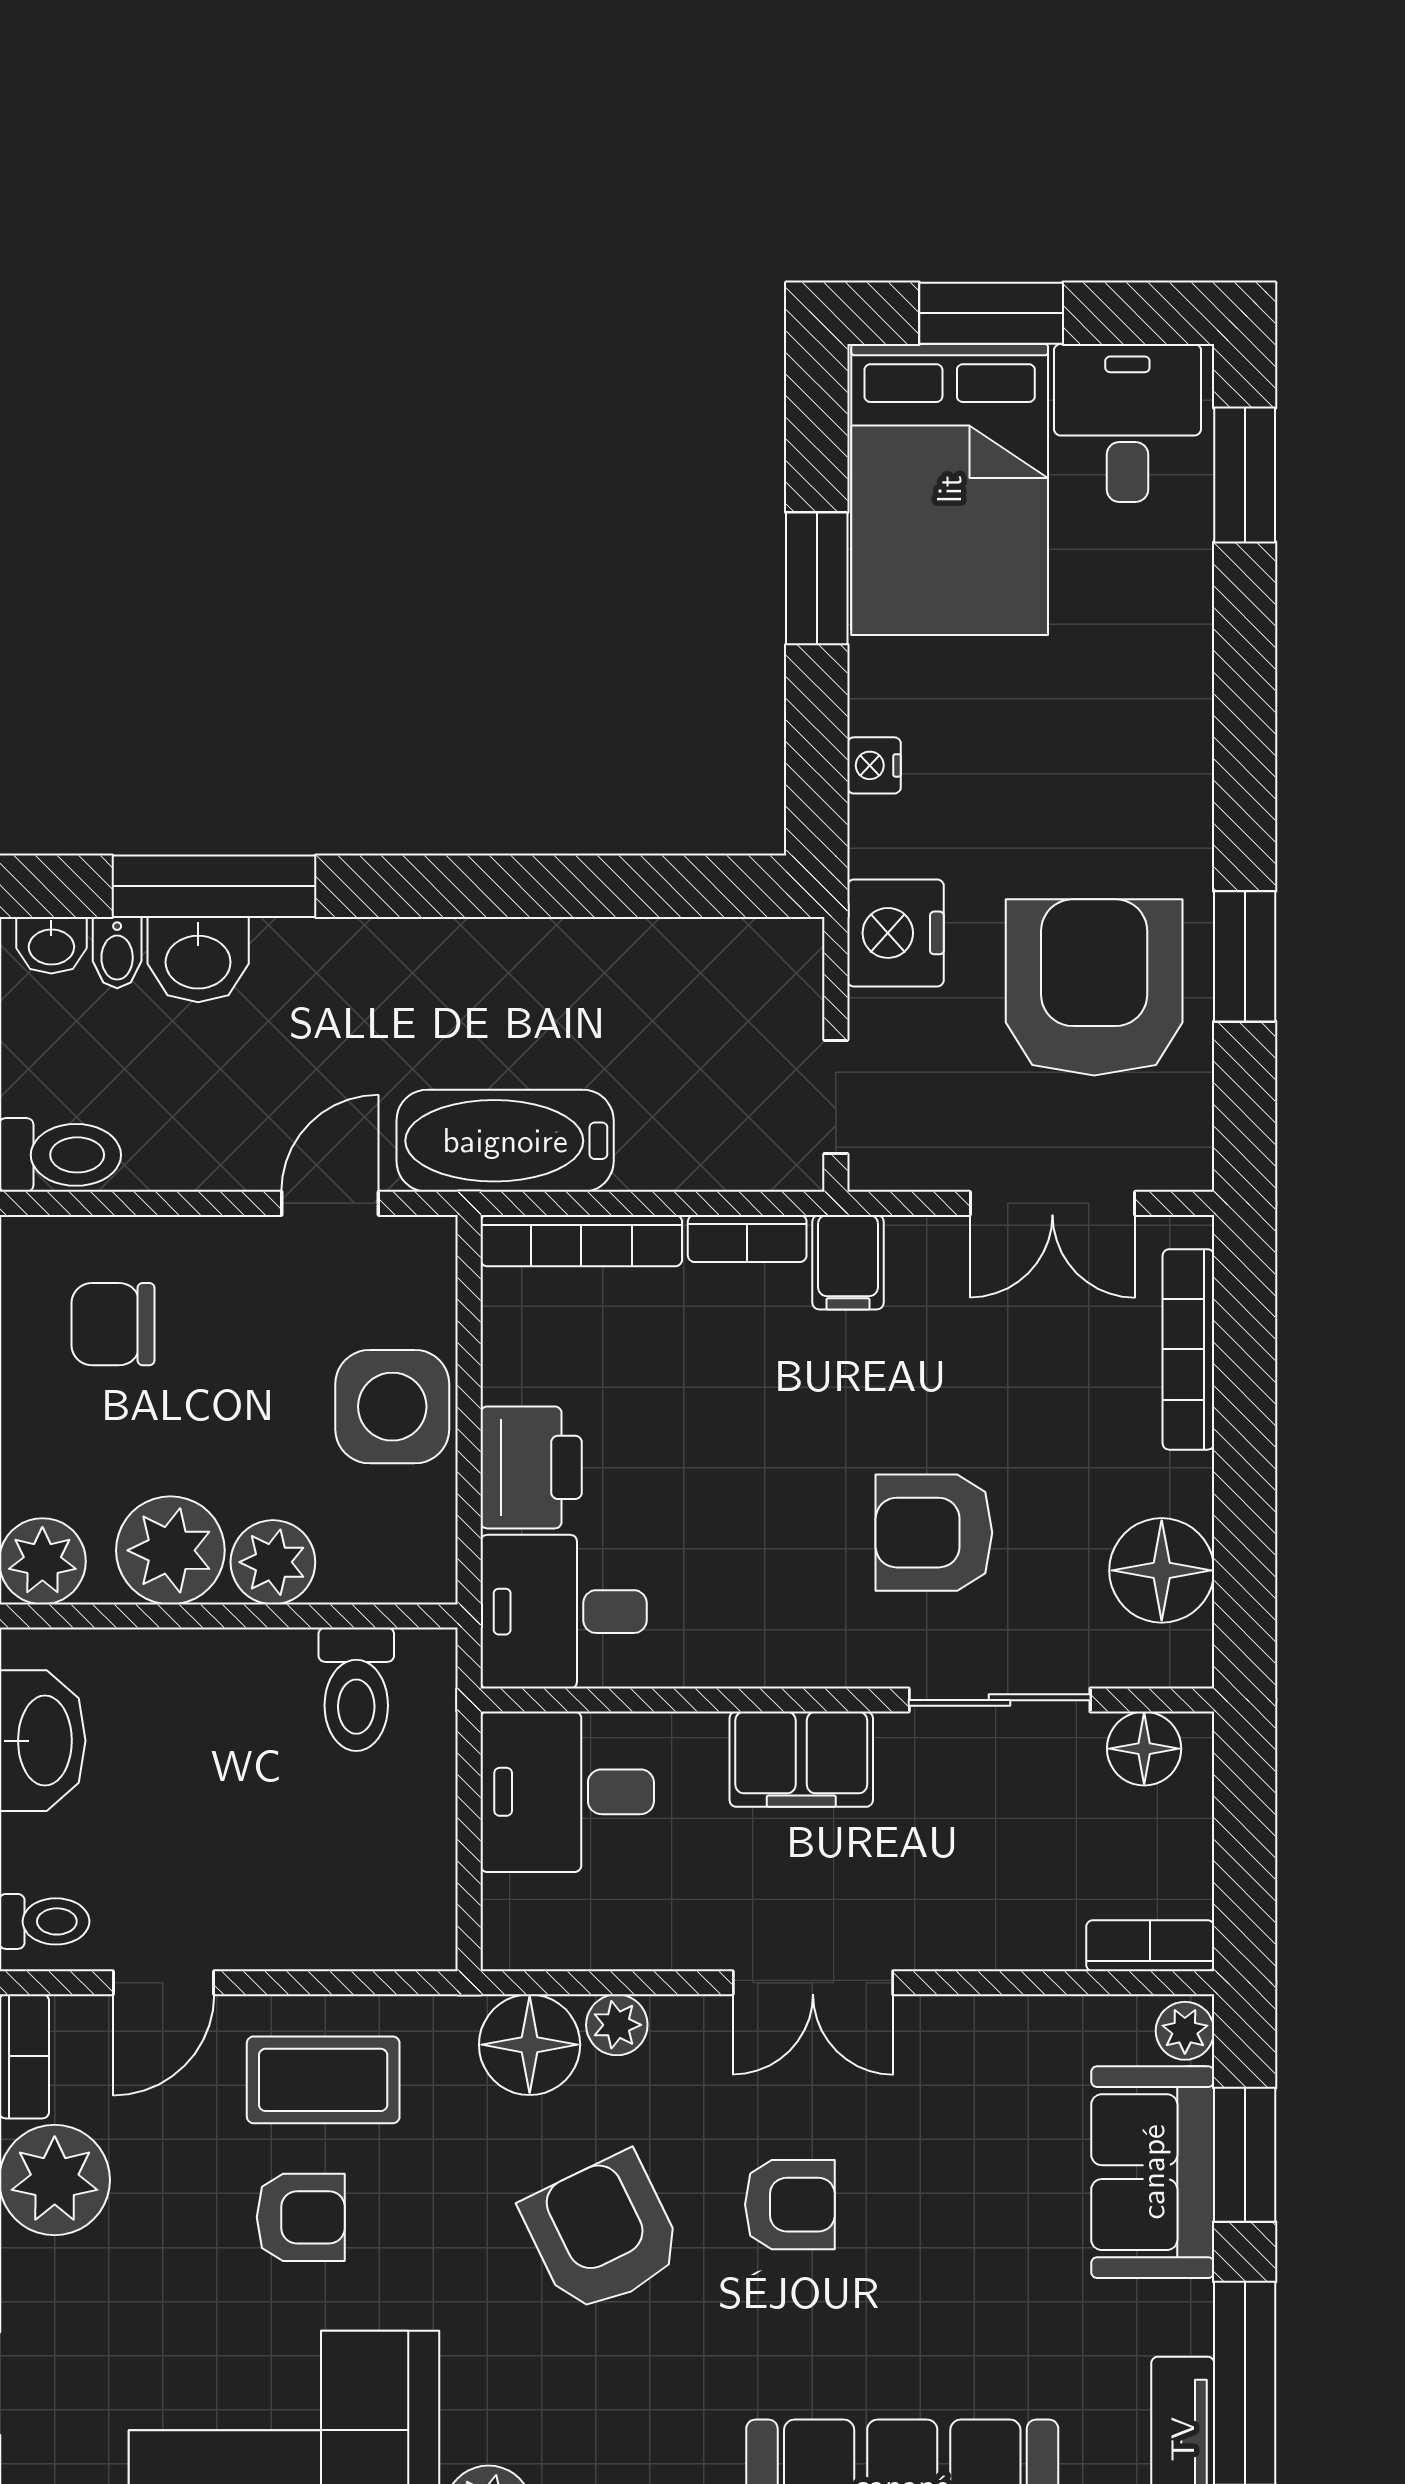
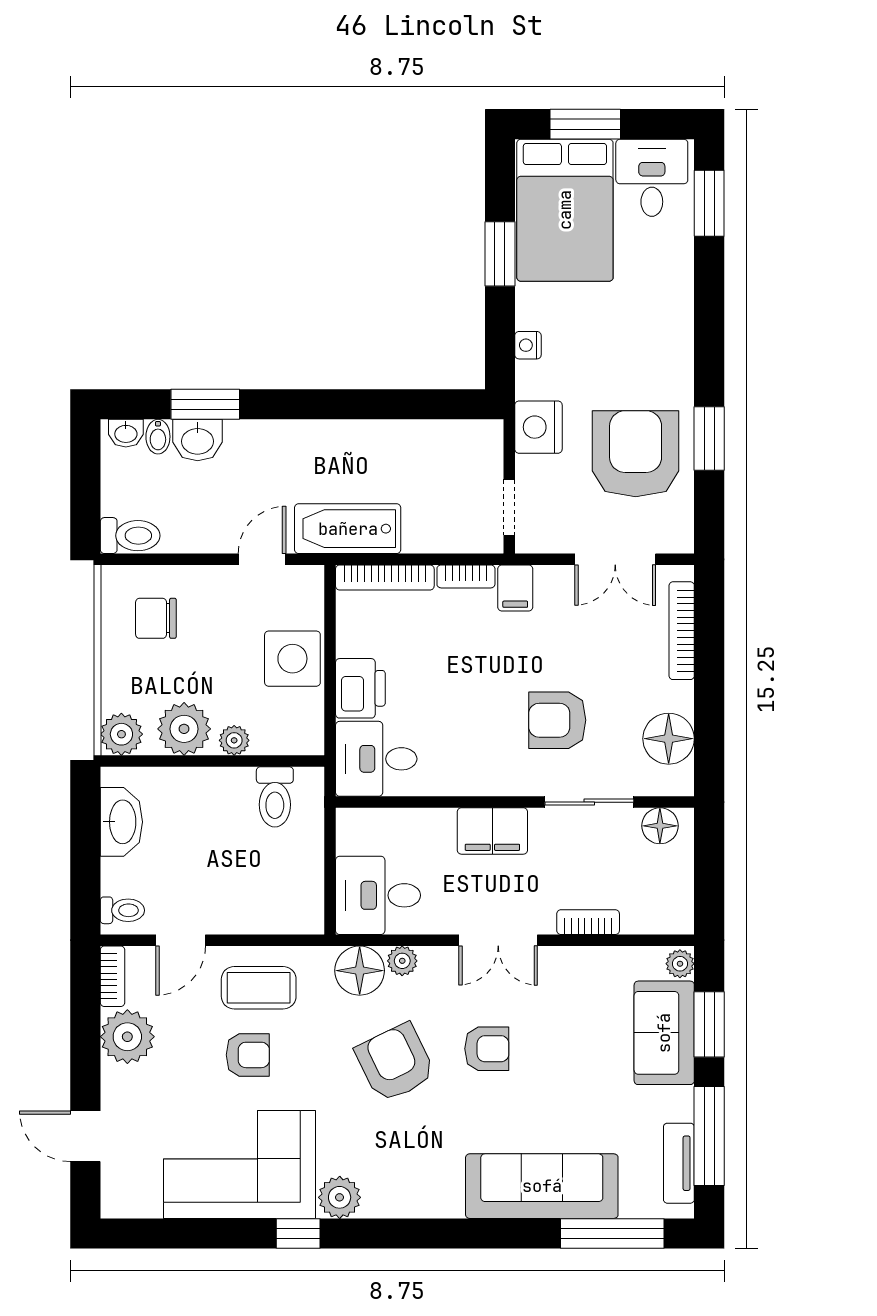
window: (214, 886) -> (205, 404), width x0.69
plant: (273, 1562) -> (234, 740), width x0.73, depth x0.73
desk: (567, 1792) -> (378, 895), moved
bookcase: (1150, 1946) -> (588, 922), moved

